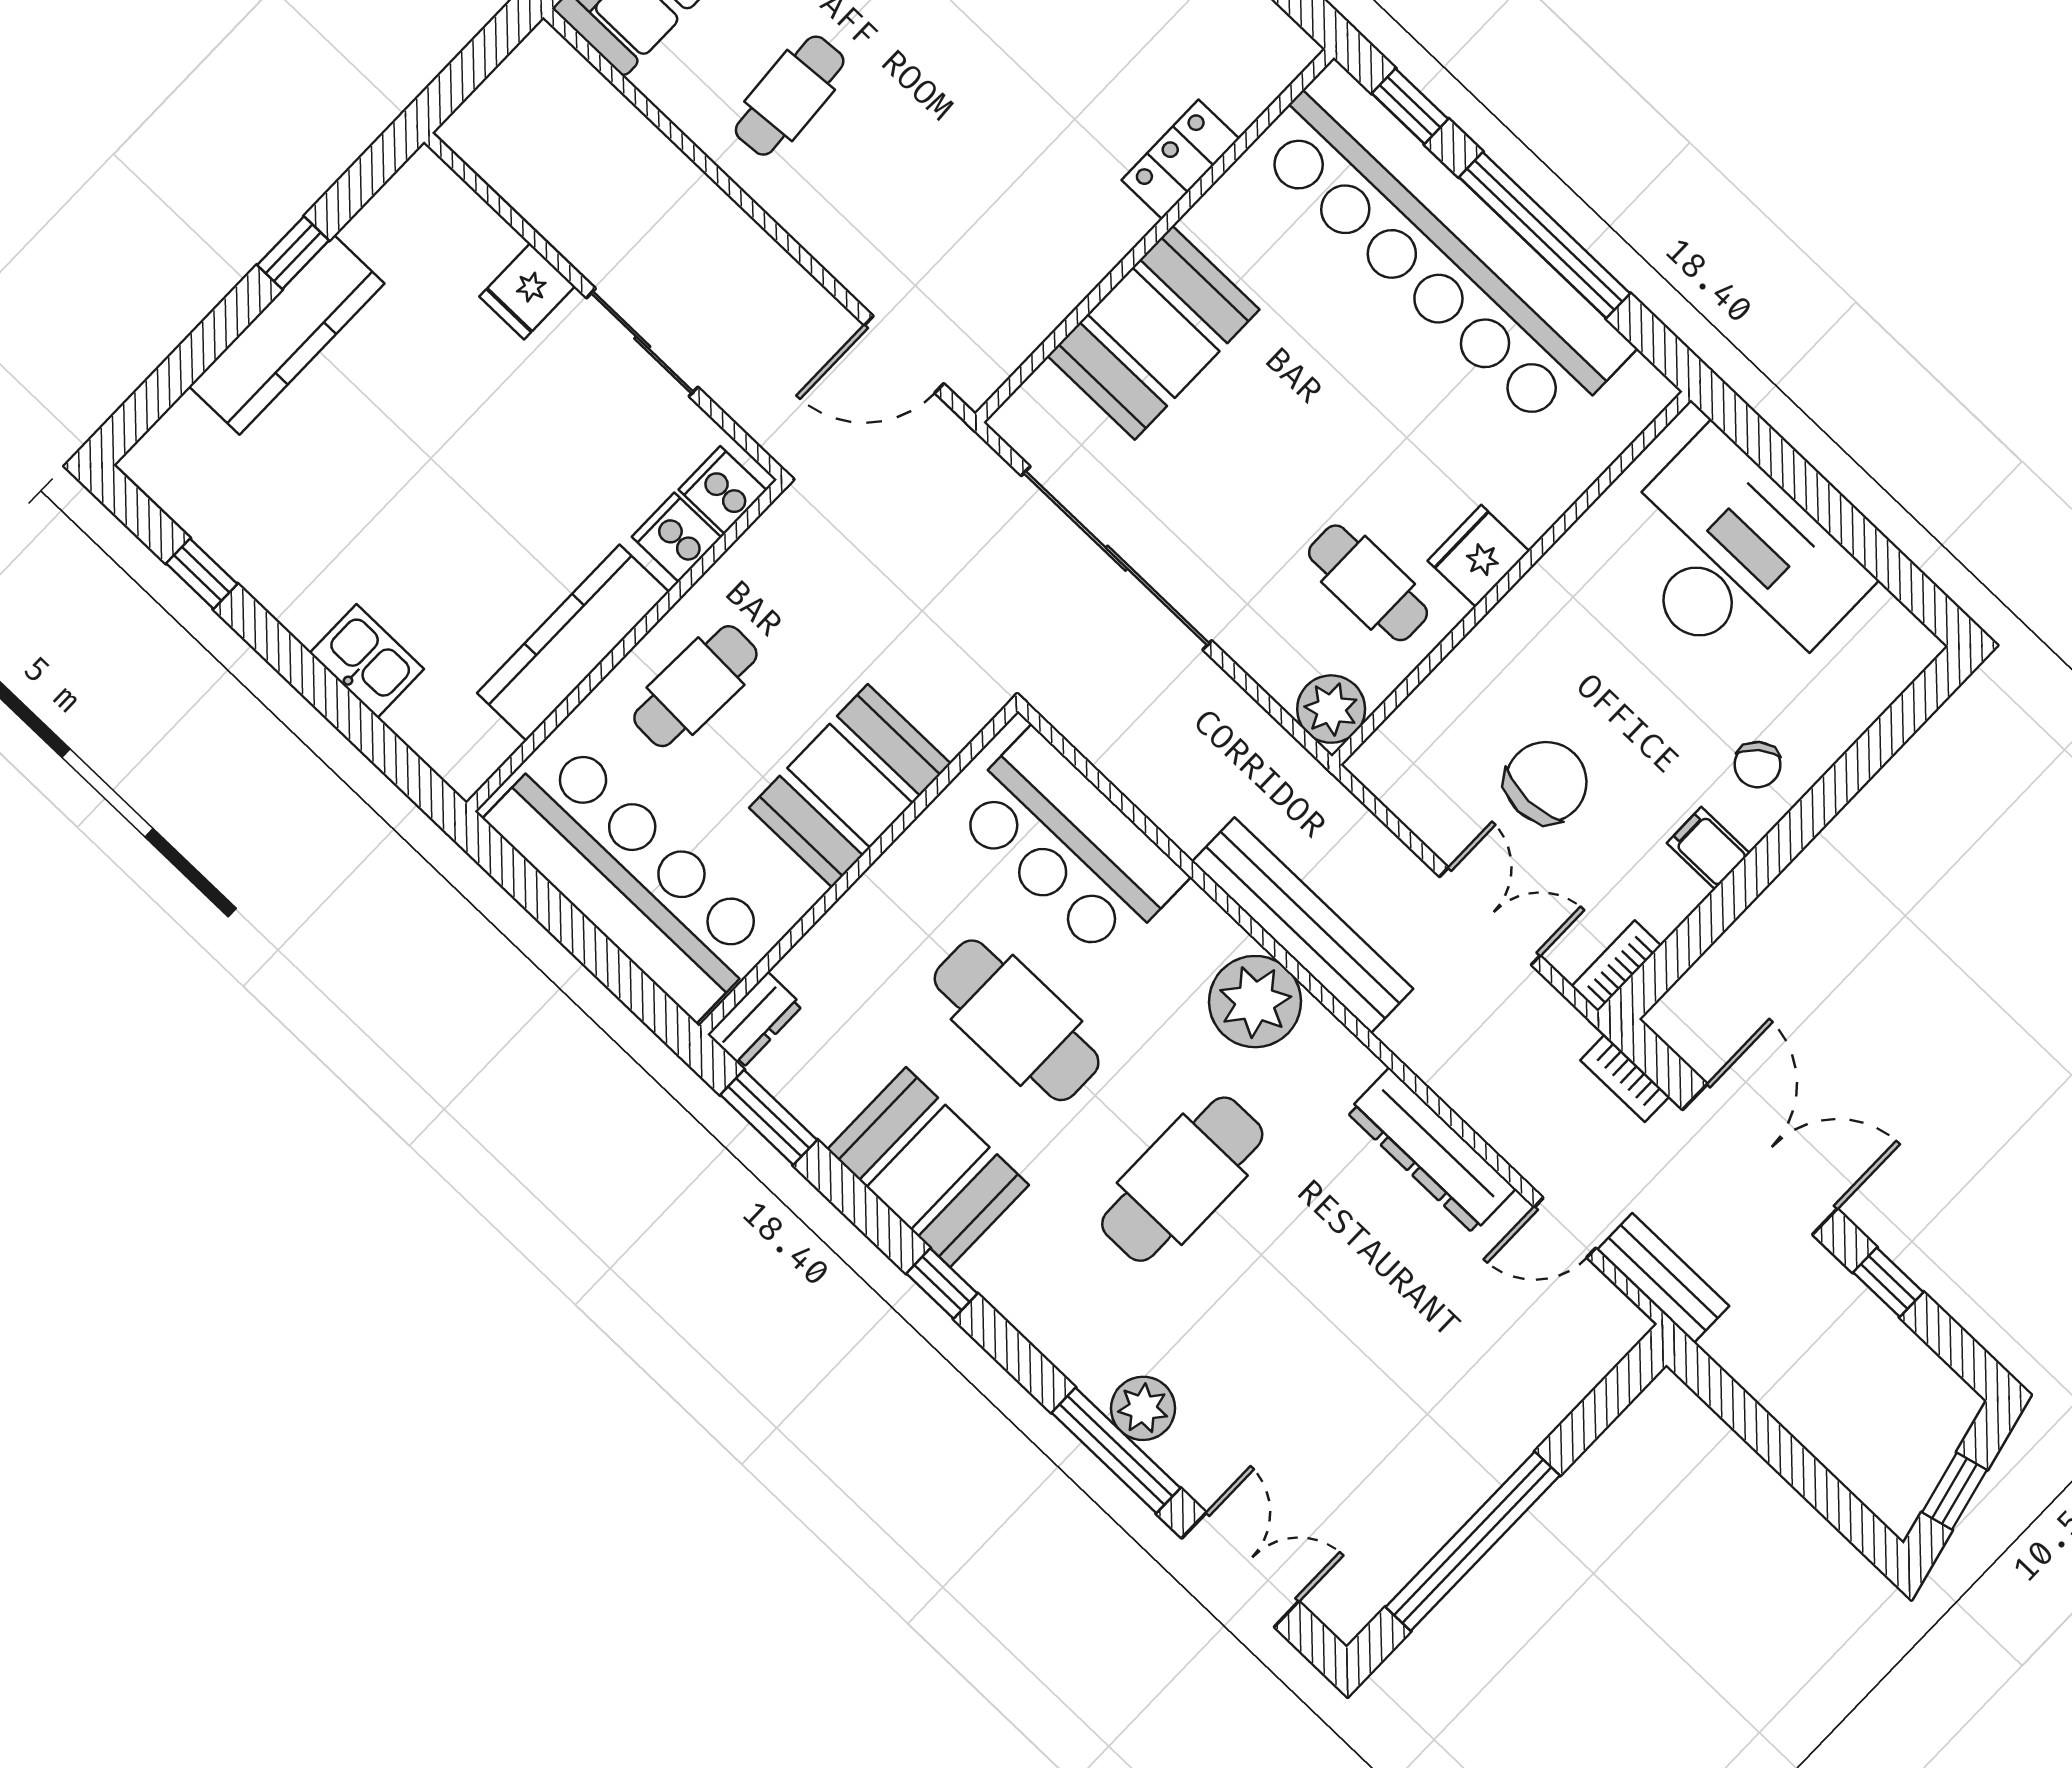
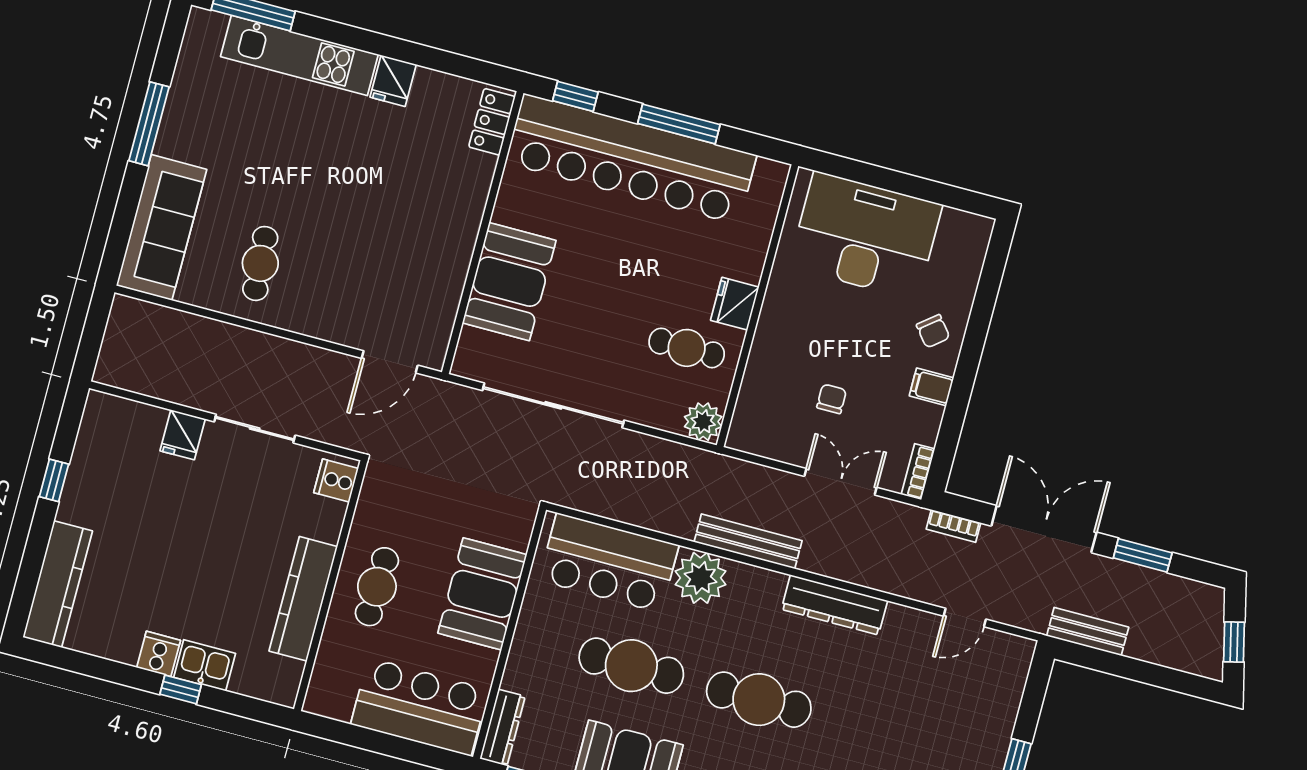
locker: (1180, 159) -> (492, 122), moved
window: (1545, 235) -> (679, 124), width x0.68
kitchen counter: (287, 335) -> (58, 584), moved
cooker: (677, 537) -> (159, 654), moved, turned 90
window: (202, 574) -> (181, 689), moved
chair: (1546, 782) -> (832, 399), width x0.54, depth x0.54
bar counter: (631, 878) -> (420, 707), width x0.73
bench: (1303, 925) -> (748, 541), width x0.73, depth x0.82
plant: (1255, 1002) -> (701, 578), moved
dresser: (755, 1020) -> (503, 727), width x1.44
dresser: (1431, 1150) -> (834, 605), moved
cafe table: (1182, 1179) -> (759, 700), turned 90
bench: (1663, 1278) -> (1088, 632), moved
window: (1888, 1282) -> (1143, 555), width x1.50

